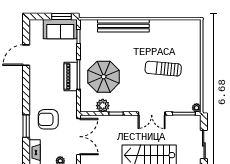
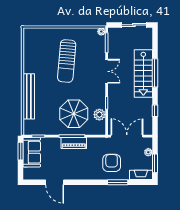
sun lounger: (163, 69) -> (67, 61), width x1.36, depth x1.34
armchair: (48, 119) -> (112, 163), turned 180

